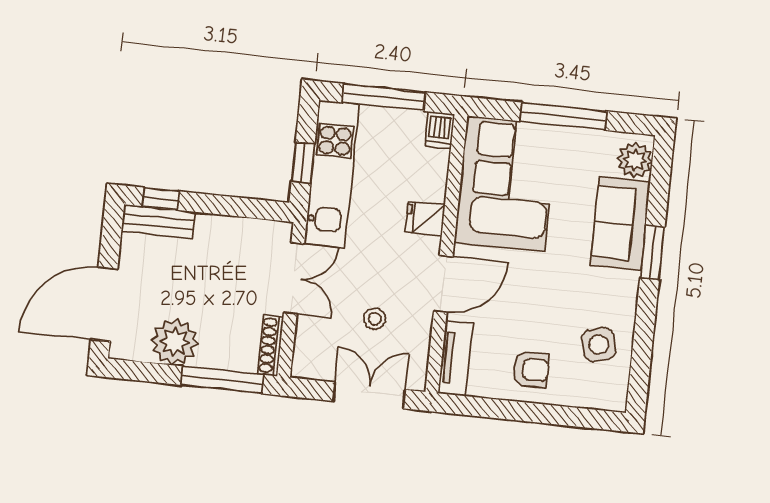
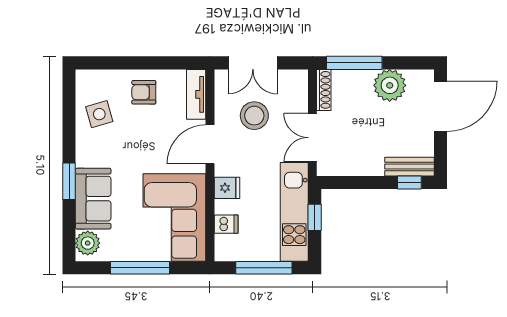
dishwasher: (440, 130) -> (226, 224), moved, turned 90
stool: (375, 319) -> (254, 116), width x1.89, depth x1.89

